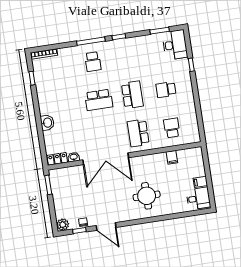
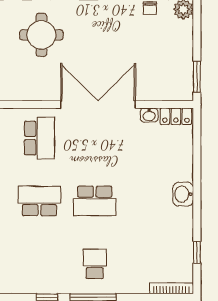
school desk: (132, 95) -> (39, 201), turned 90
school desk: (99, 100) -> (95, 201), turned 180
washbasin: (47, 123) -> (183, 194), moved

